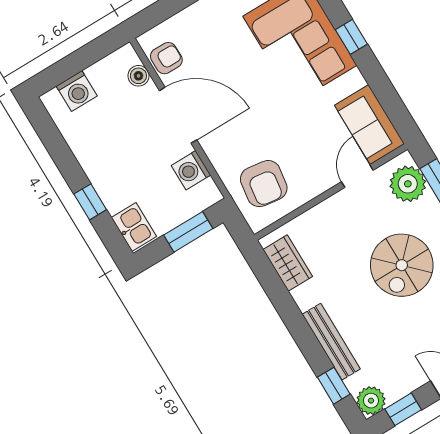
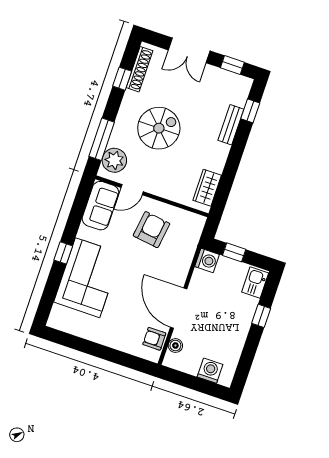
washing machine: (191, 170) -> (207, 260), moved
armchair: (264, 184) -> (151, 230), moved
window: (188, 232) -> (234, 252), width x0.67
bench: (331, 342) -> (231, 125), width x0.73
plant: (371, 401) -> (242, 85), removed

